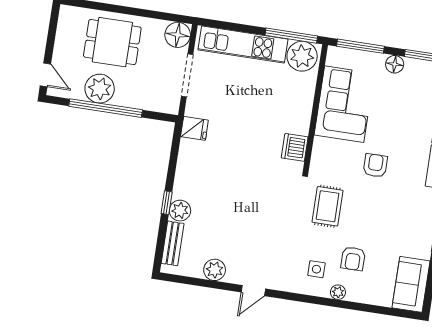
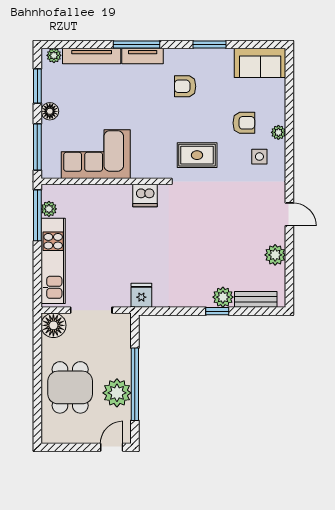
plant: (302, 56) -> (49, 209), width x0.53, depth x0.53
armchair: (375, 166) -> (185, 86), moved

